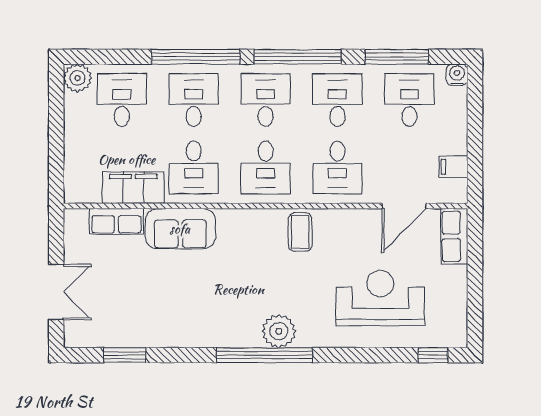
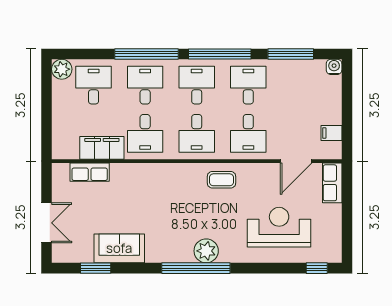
desk: (409, 100) -> (300, 85), removed
sofa: (180, 229) -> (119, 248), moved, turned 180
coffee table: (300, 232) -> (222, 180), turned 90

